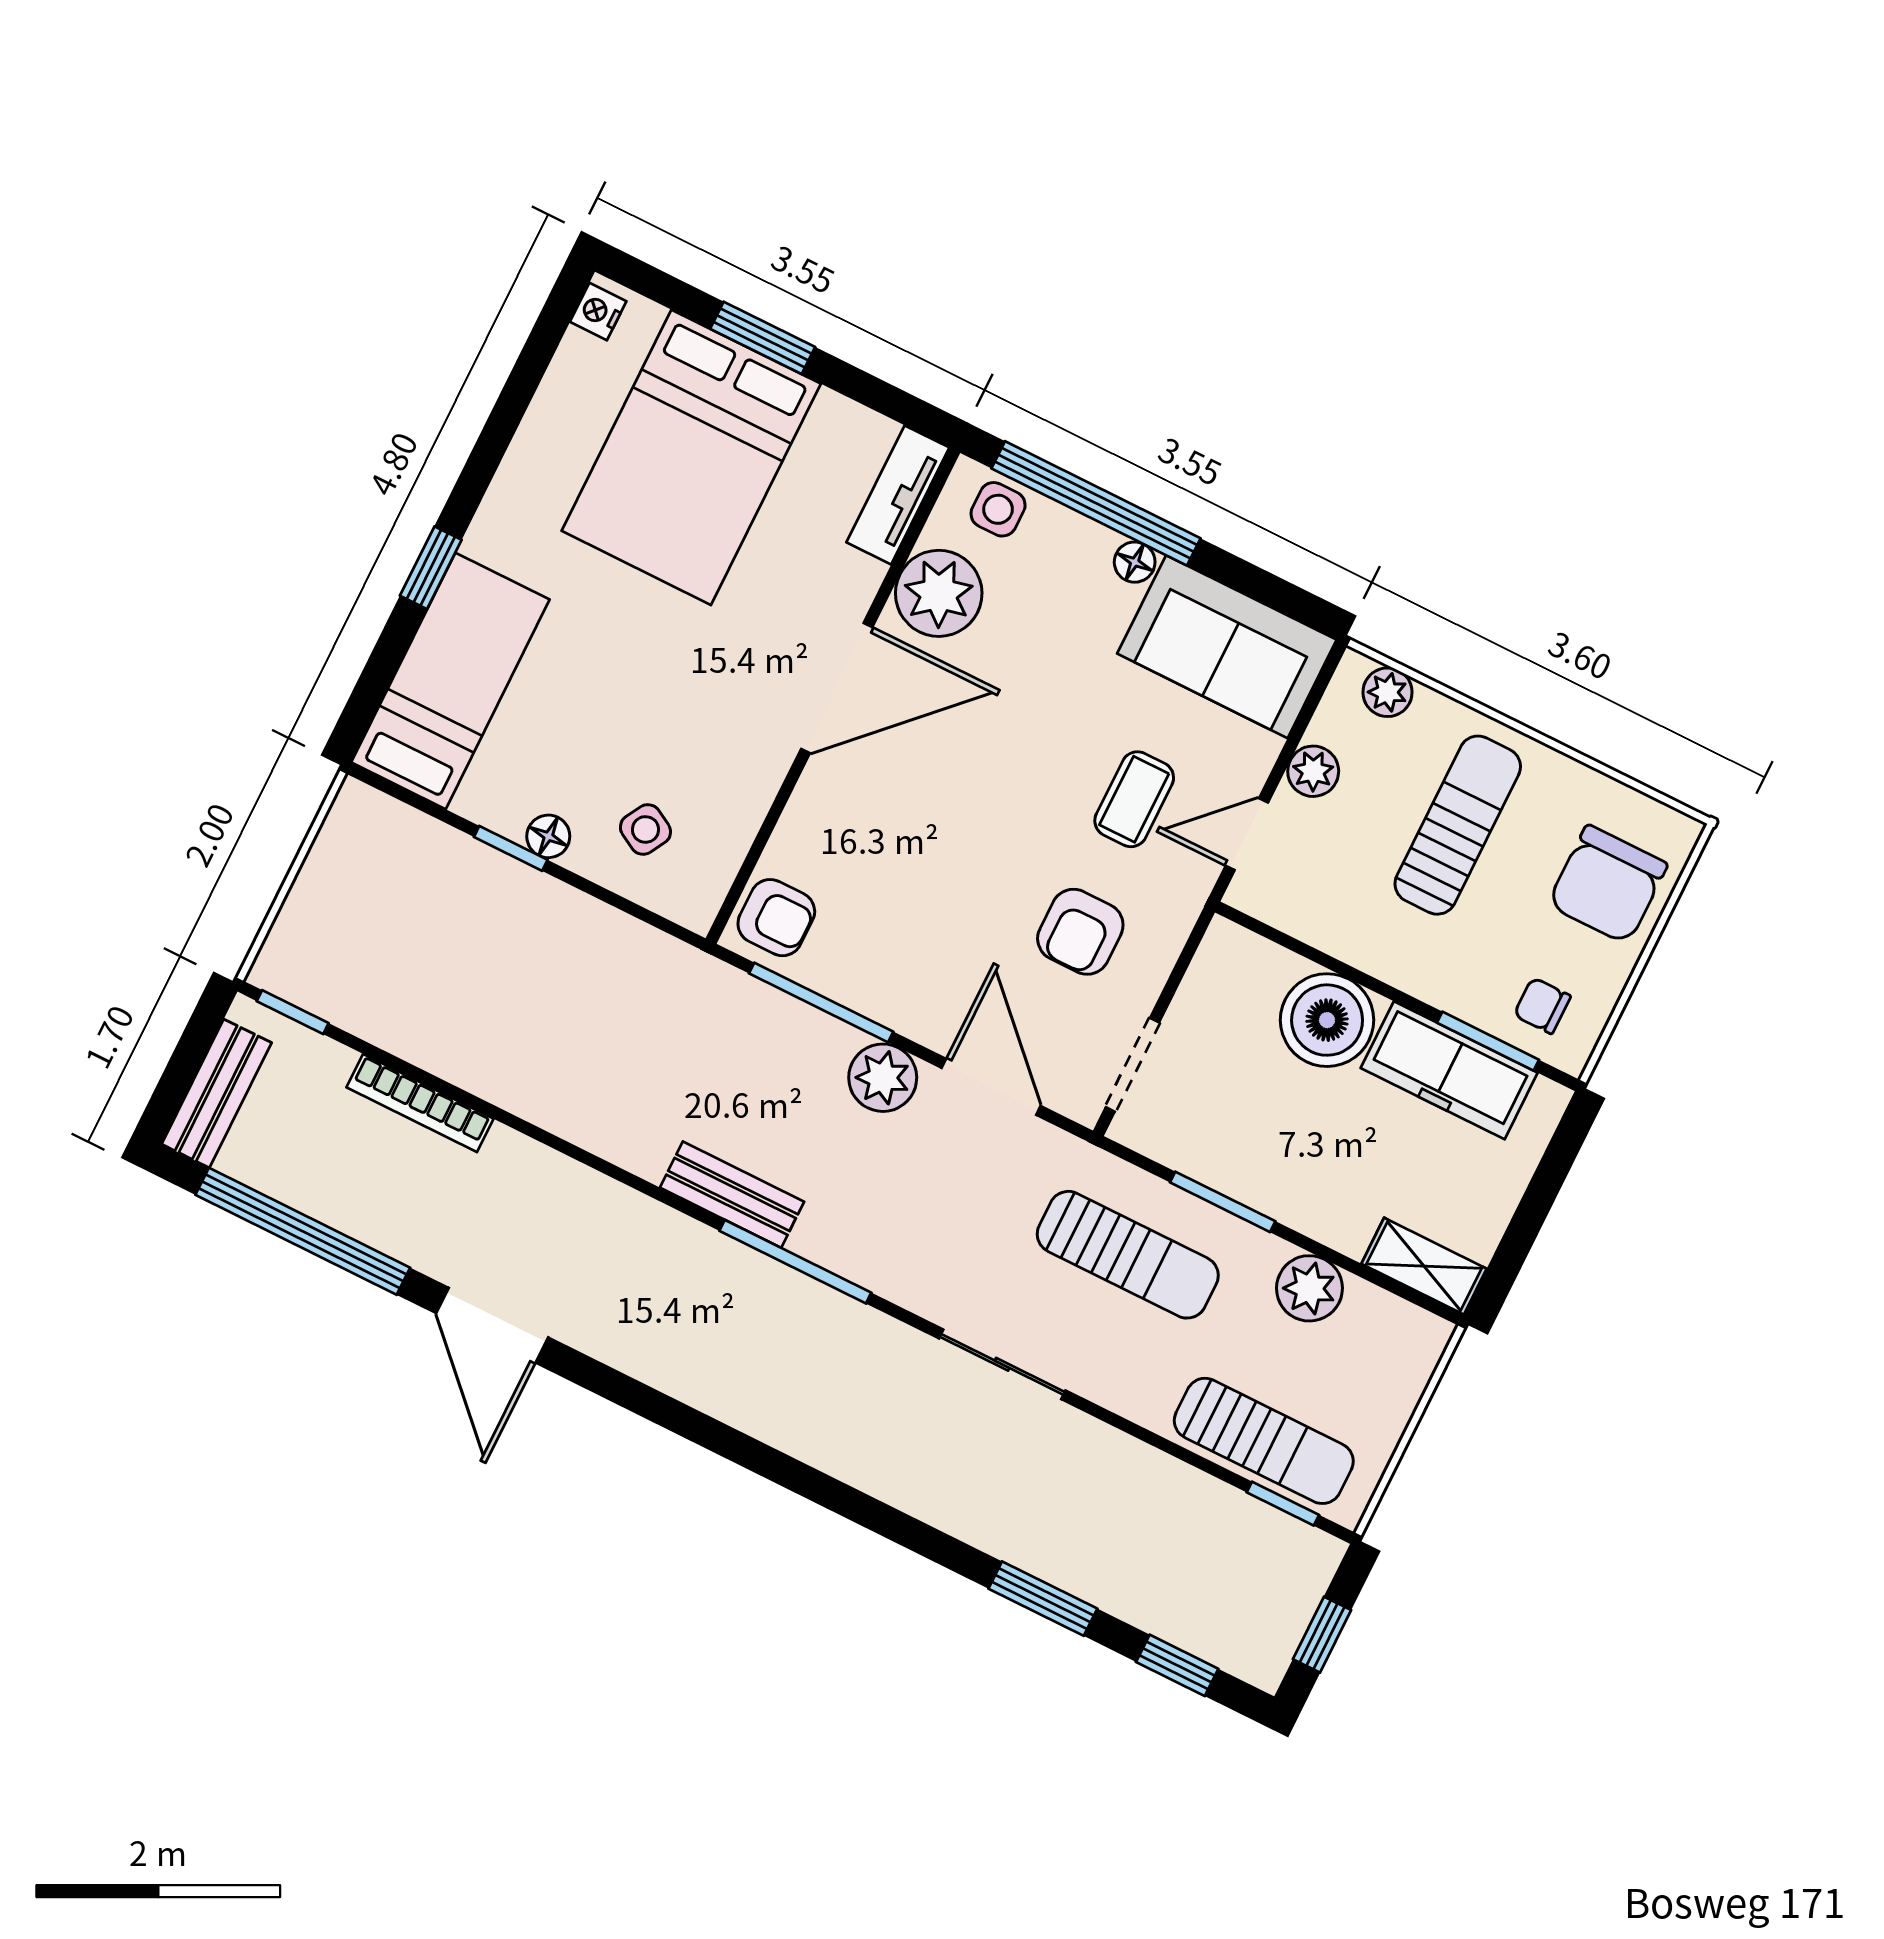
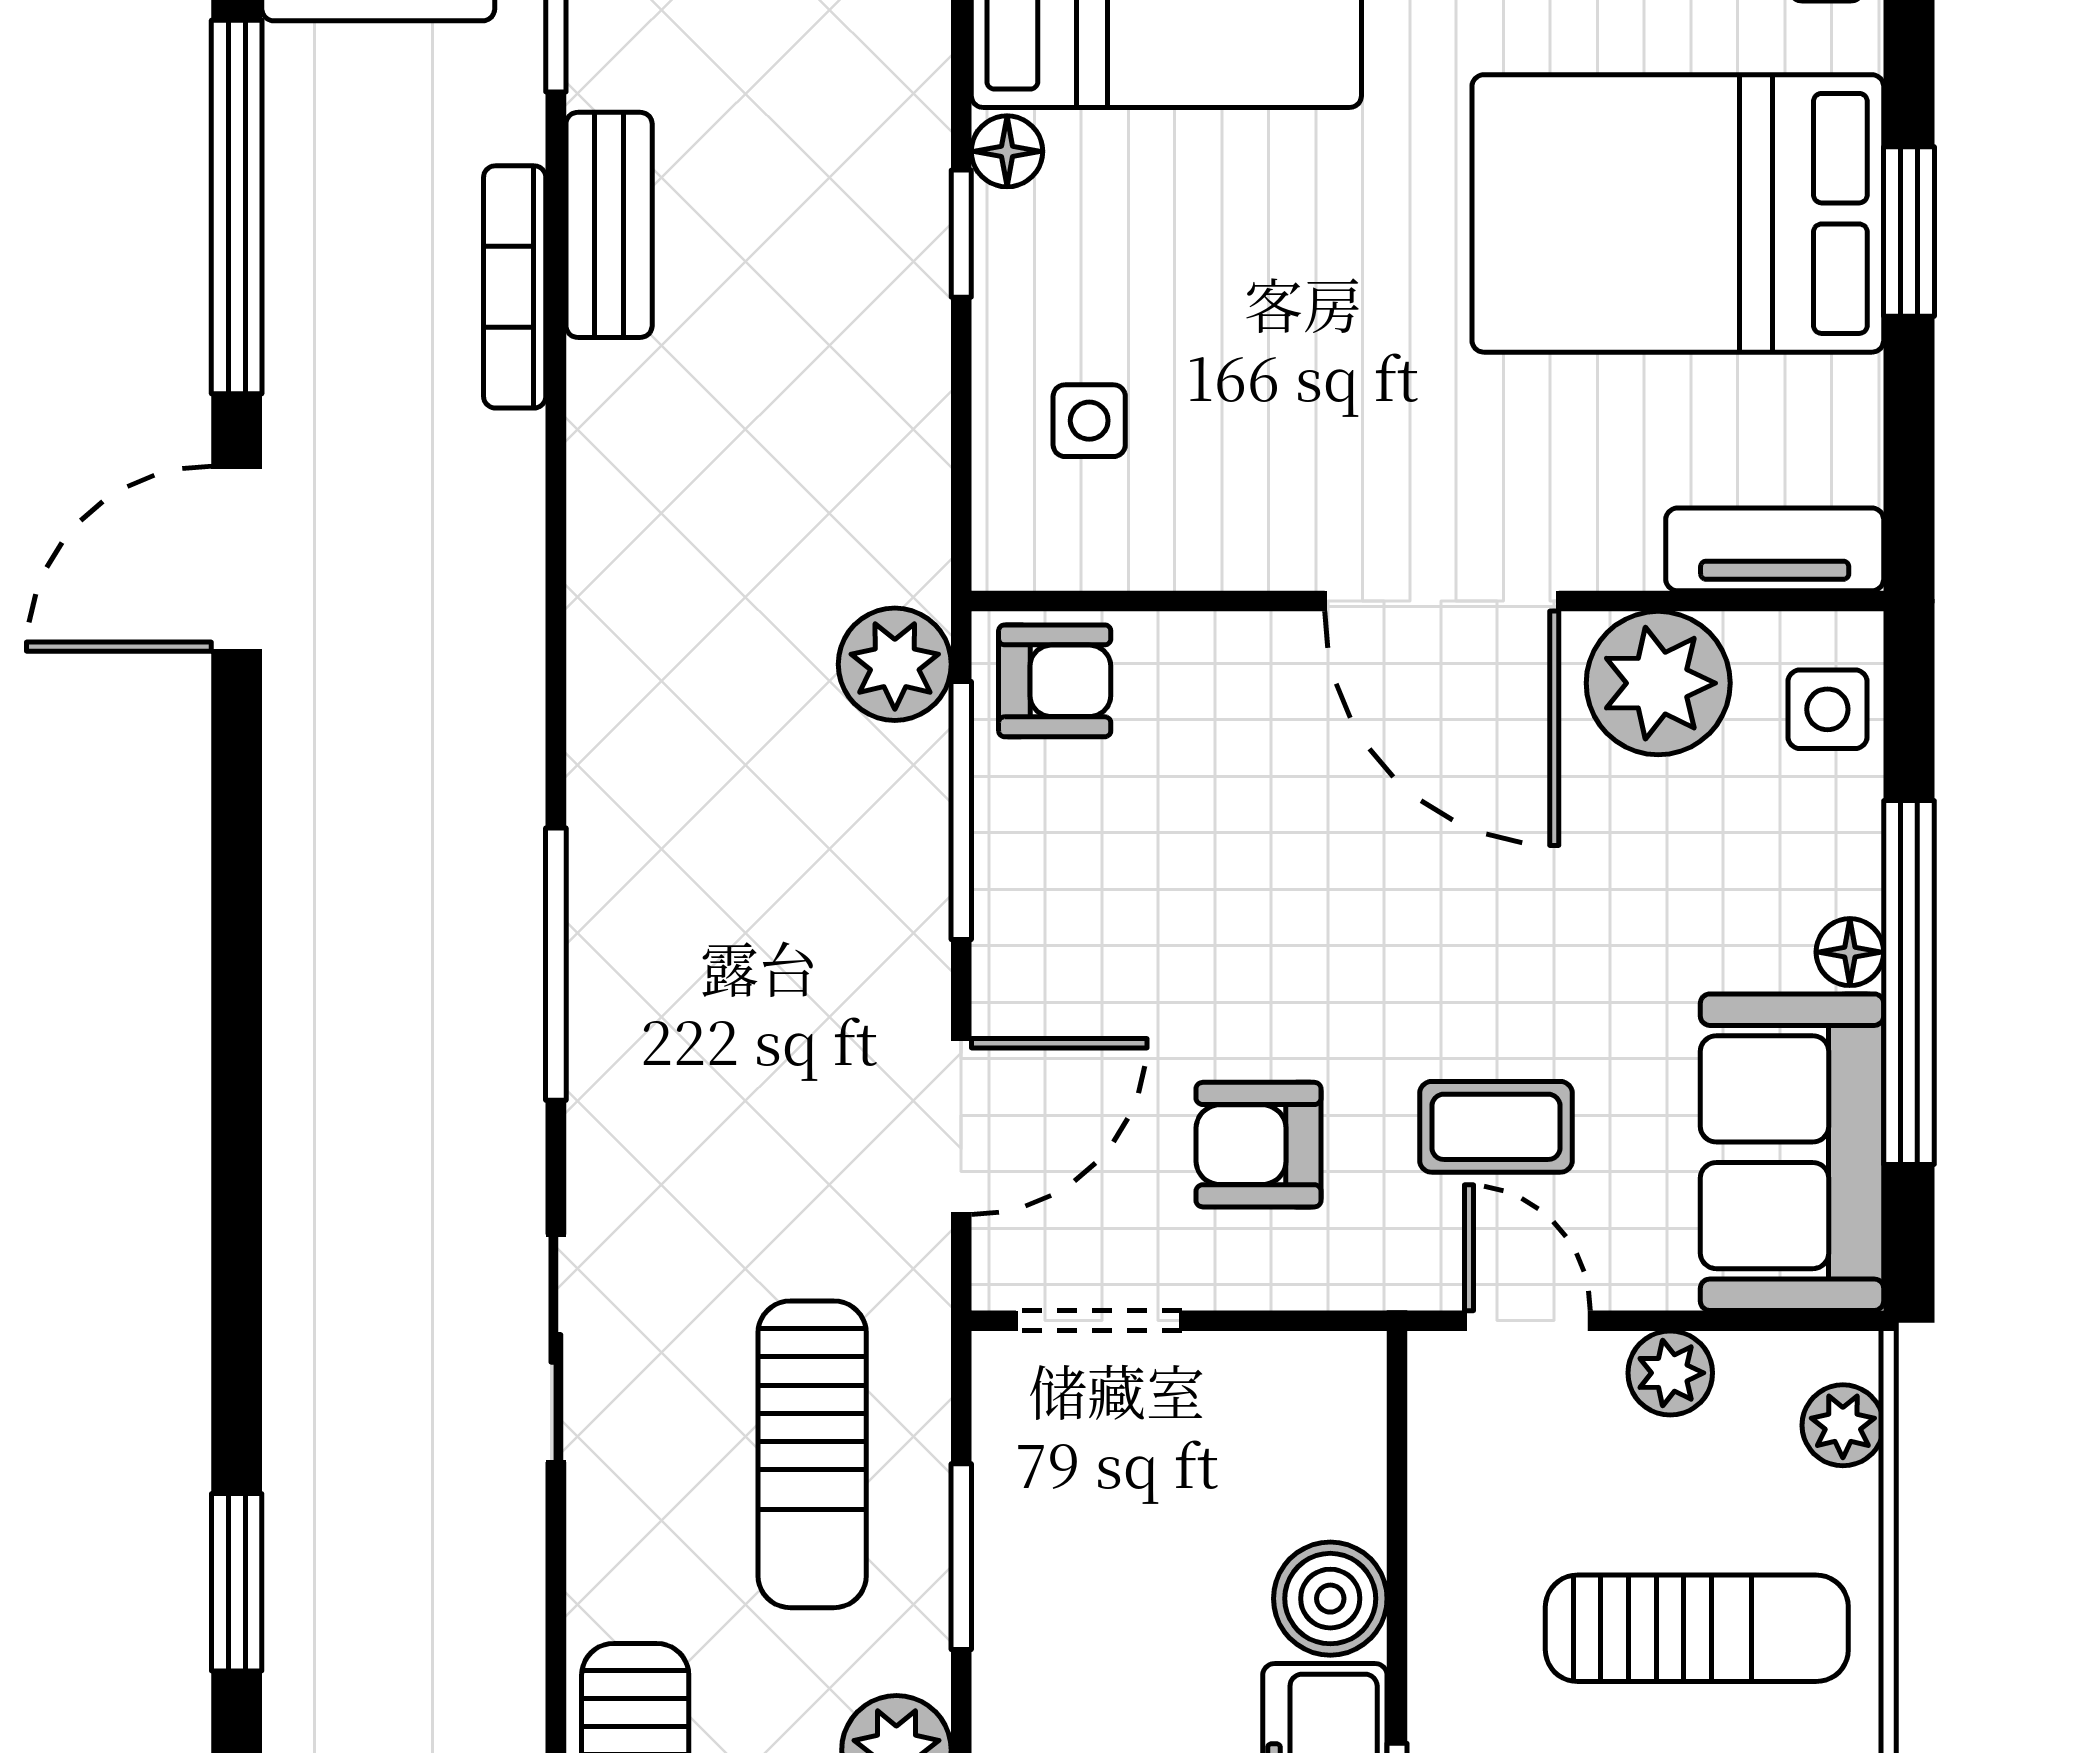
window: (1096, 503) -> (1909, 983), moved
side table: (645, 829) -> (1089, 421), turned -30
floor lamp: (548, 836) -> (1007, 151), moved
armchair: (776, 918) -> (1055, 681), turned -90
boiler: (1327, 1020) -> (1330, 1599), width x0.73, depth x0.73
plant: (883, 1078) -> (895, 664), moved
bench: (732, 1195) -> (609, 225), moved

